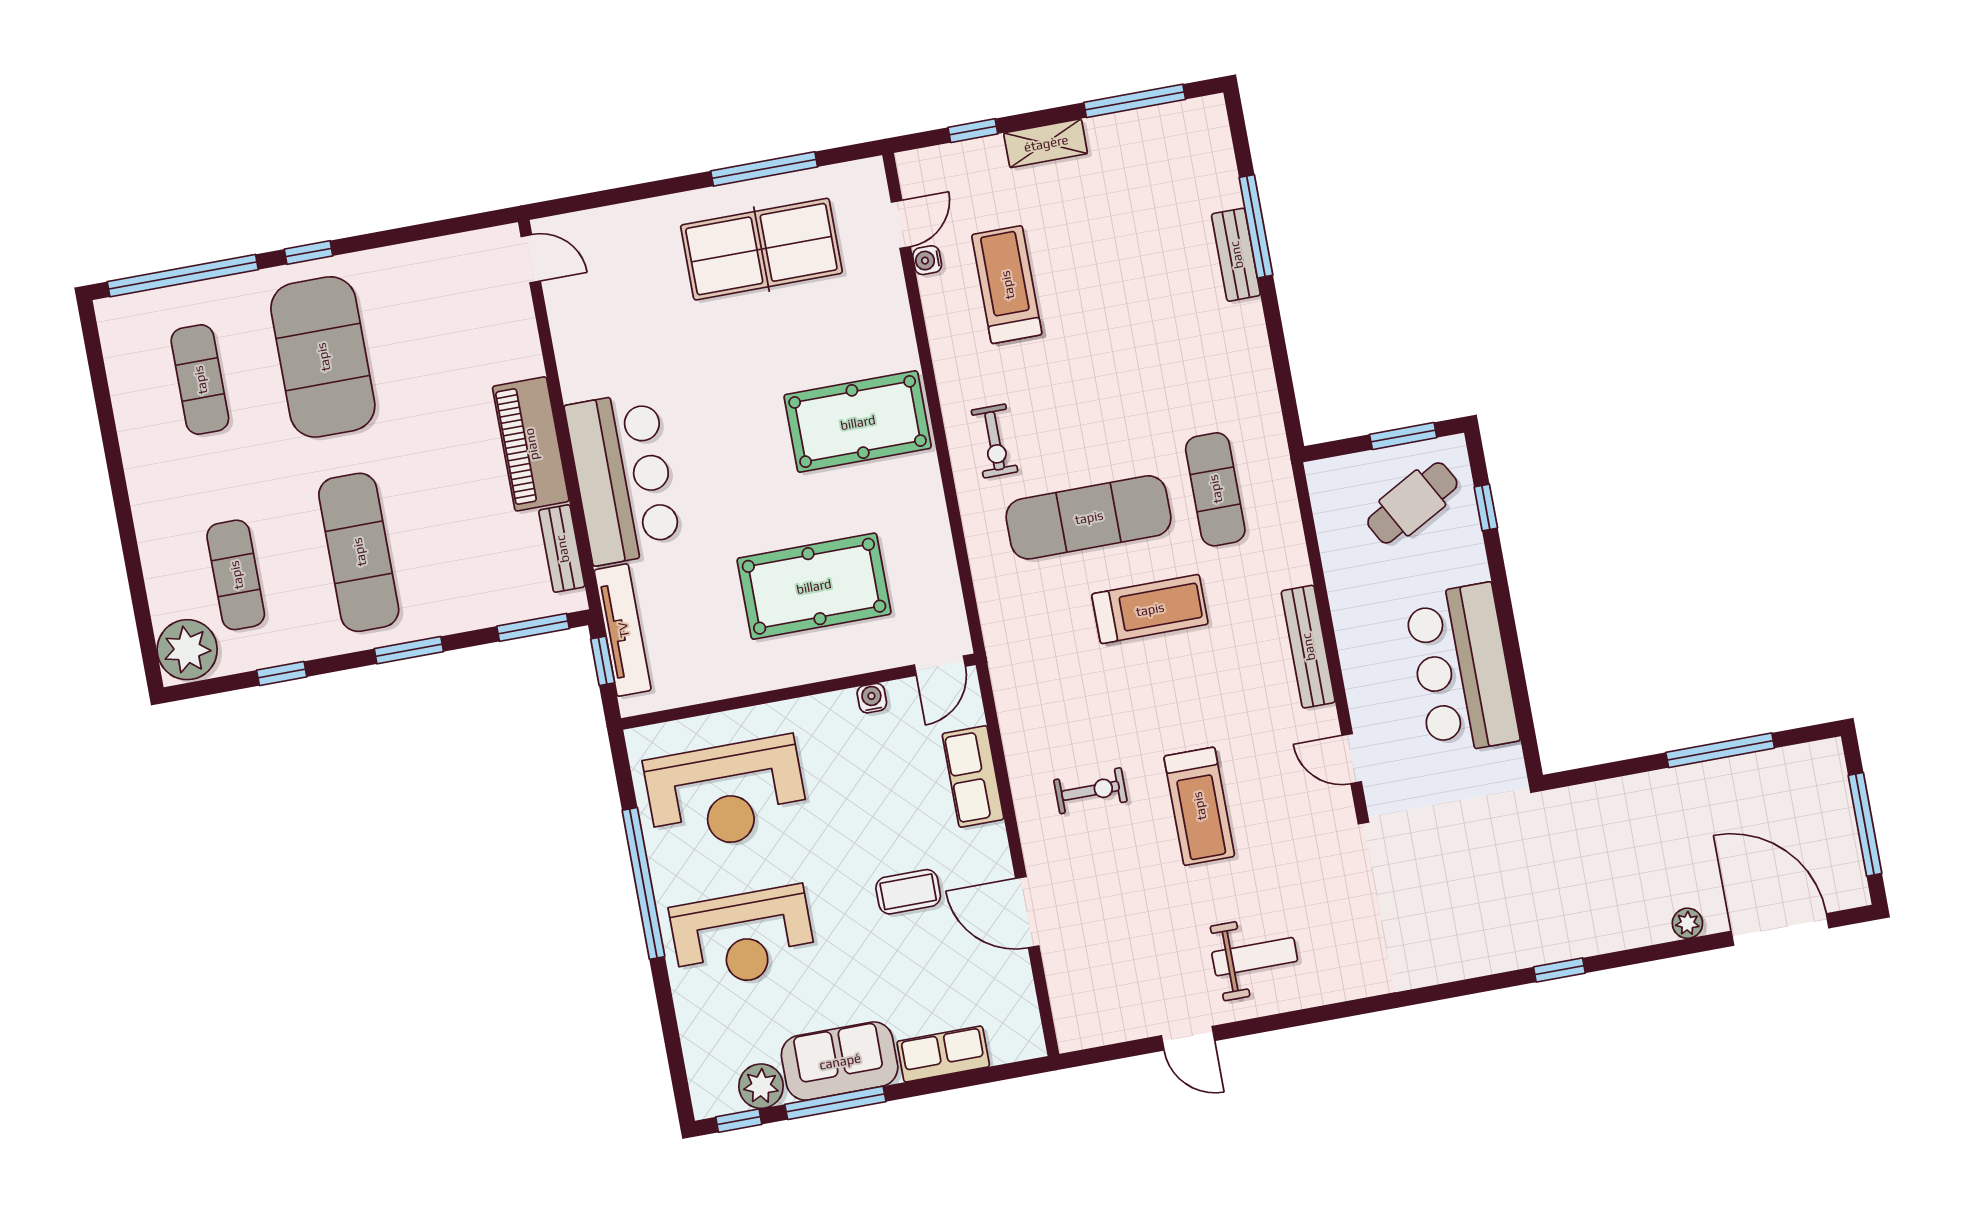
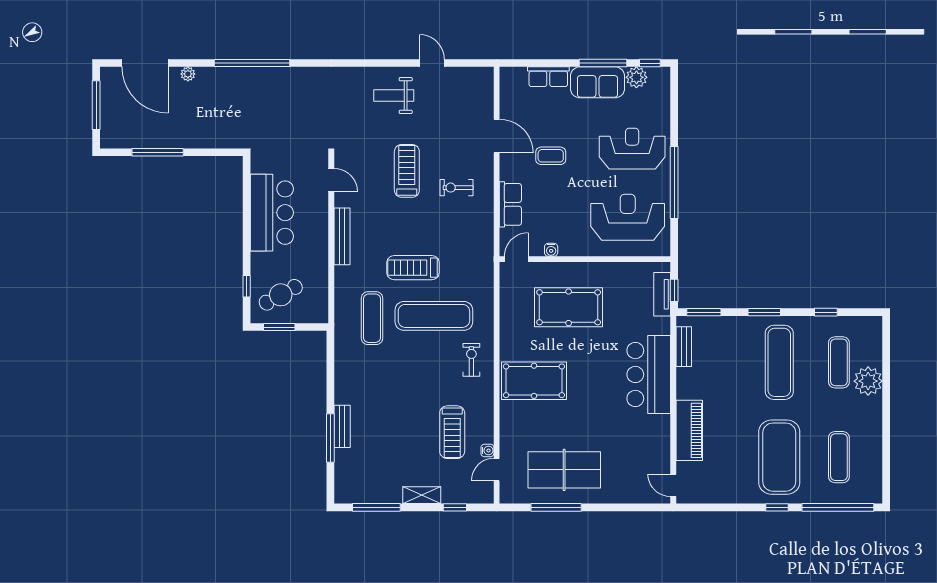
piano: (531, 444) -> (689, 430), moved
tv unit: (623, 630) -> (662, 294), width x0.71
plant: (187, 650) -> (868, 381), moved
window: (1559, 970) -> (252, 63), width x3.17

